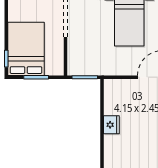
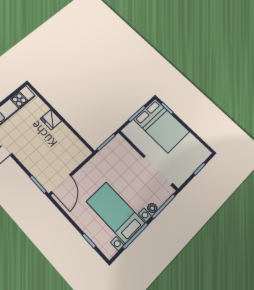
fridge: (111, 125) -> (51, 120), moved

